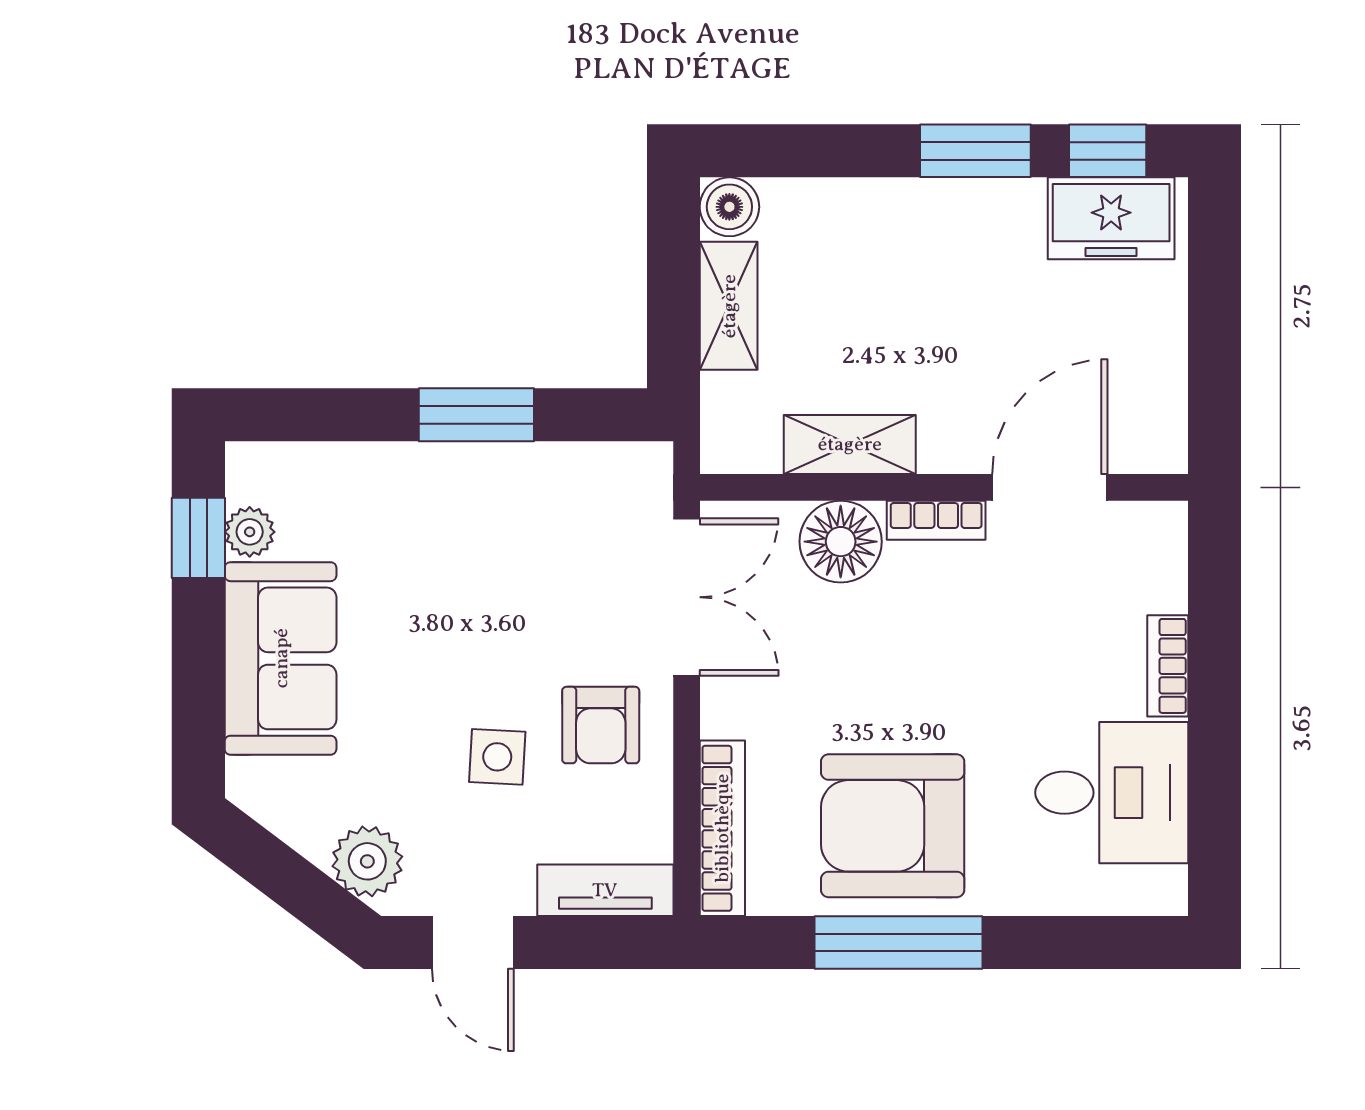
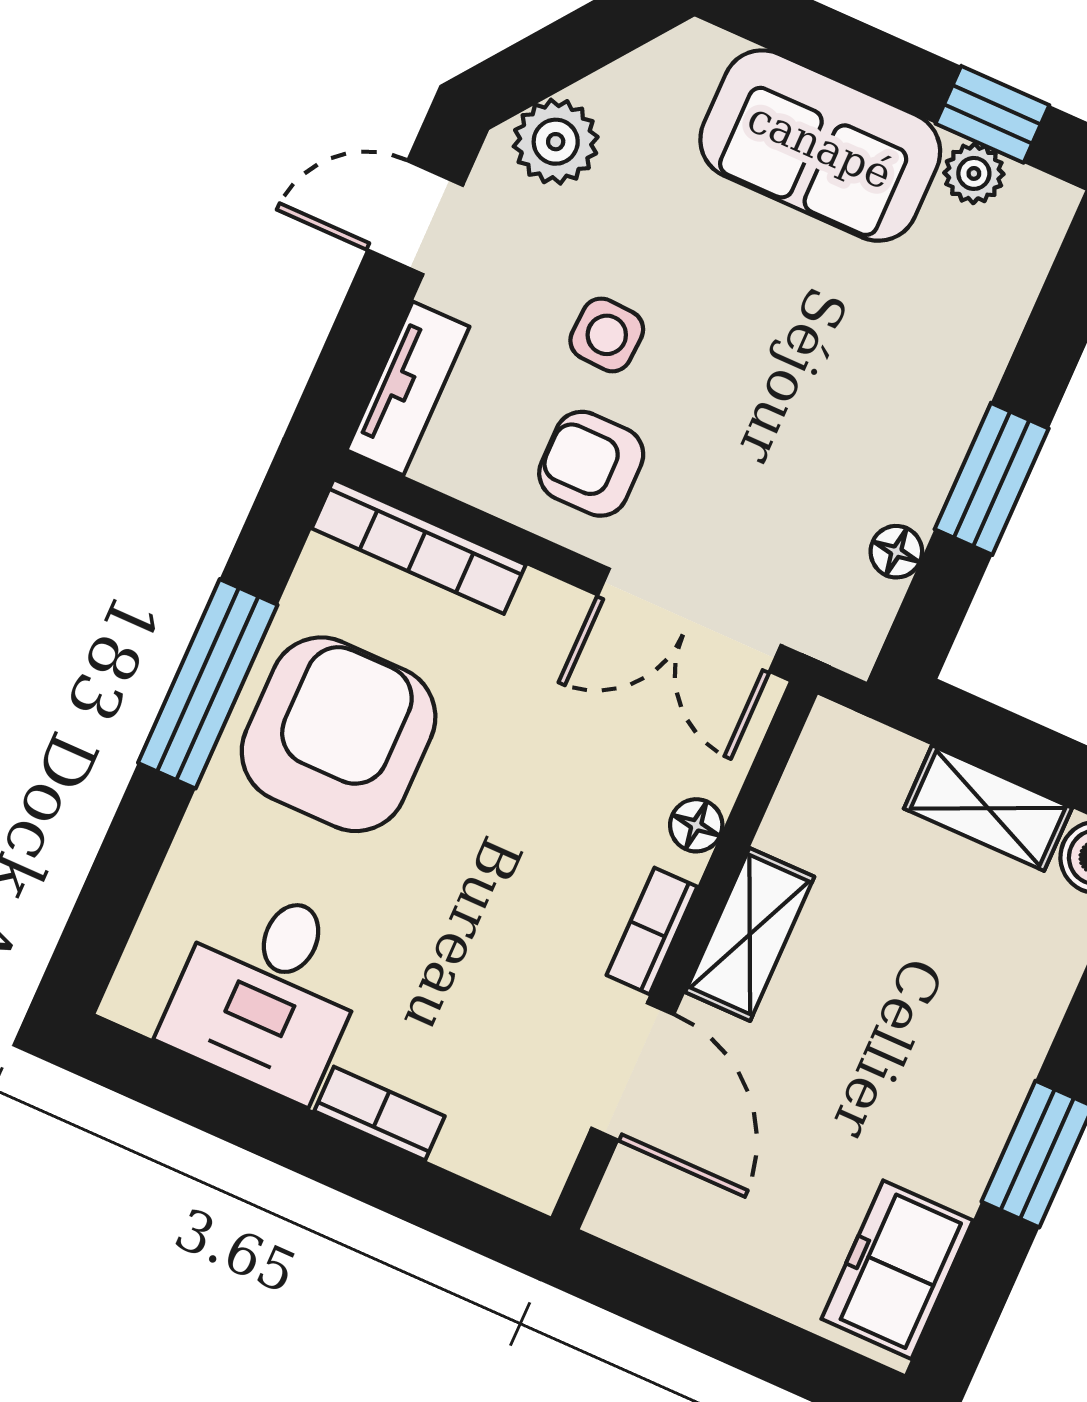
window: (1108, 151) -> (973, 1299), removed
shelving: (850, 444) -> (750, 934), moved
floor lamp: (564, 463) -> (896, 552), added
floor lamp: (841, 542) -> (696, 825), width x0.53, depth x0.53

